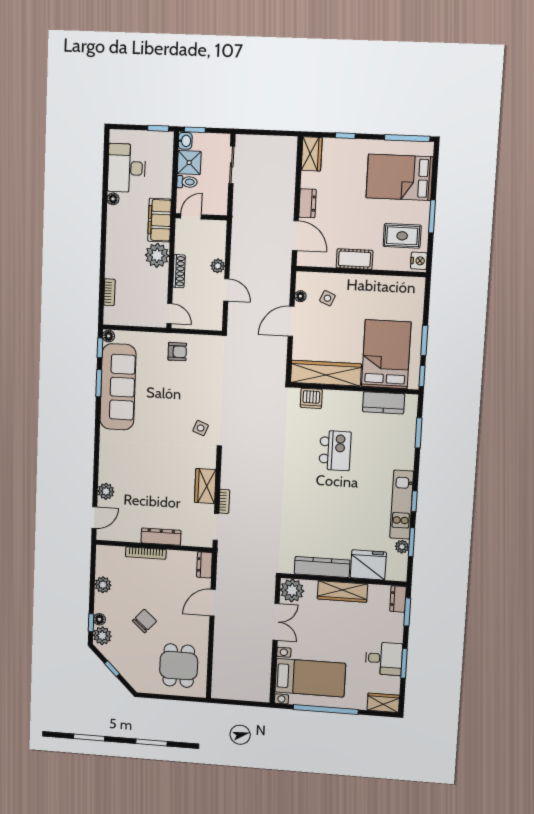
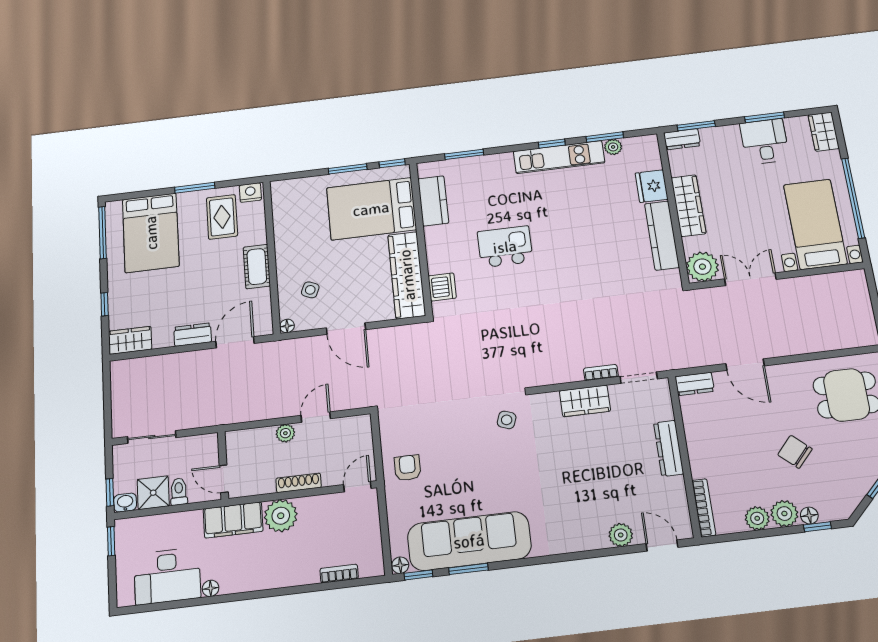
floor lamp: (300, 296) -> (287, 326), moved
bookcase: (146, 553) -> (704, 508), moved
fridge: (368, 565) -> (652, 186), width x0.73, depth x0.75
plant: (102, 636) -> (784, 514), moved

